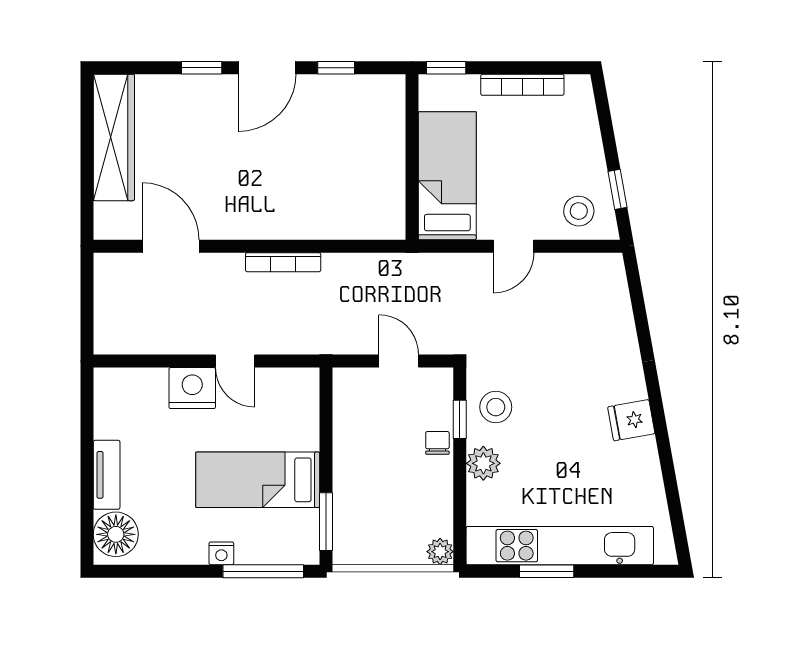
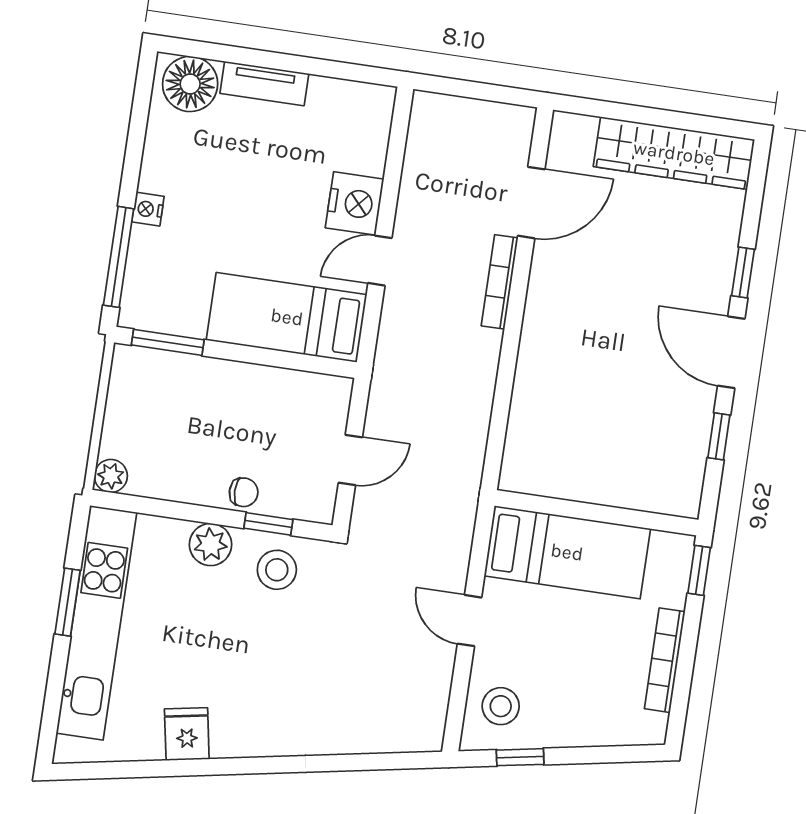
bookcase: (283, 262) -> (500, 282), moved
fridge: (631, 420) -> (187, 734), moved
bed: (258, 480) -> (287, 317), moved, turned -90

